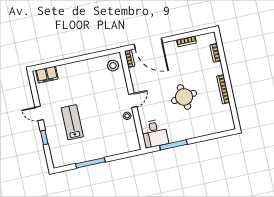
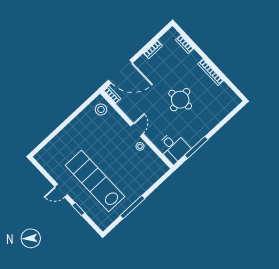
filing cabinet: (47, 75) -> (47, 152), removed
lab bench: (72, 122) -> (95, 181), width x1.86, depth x1.39

